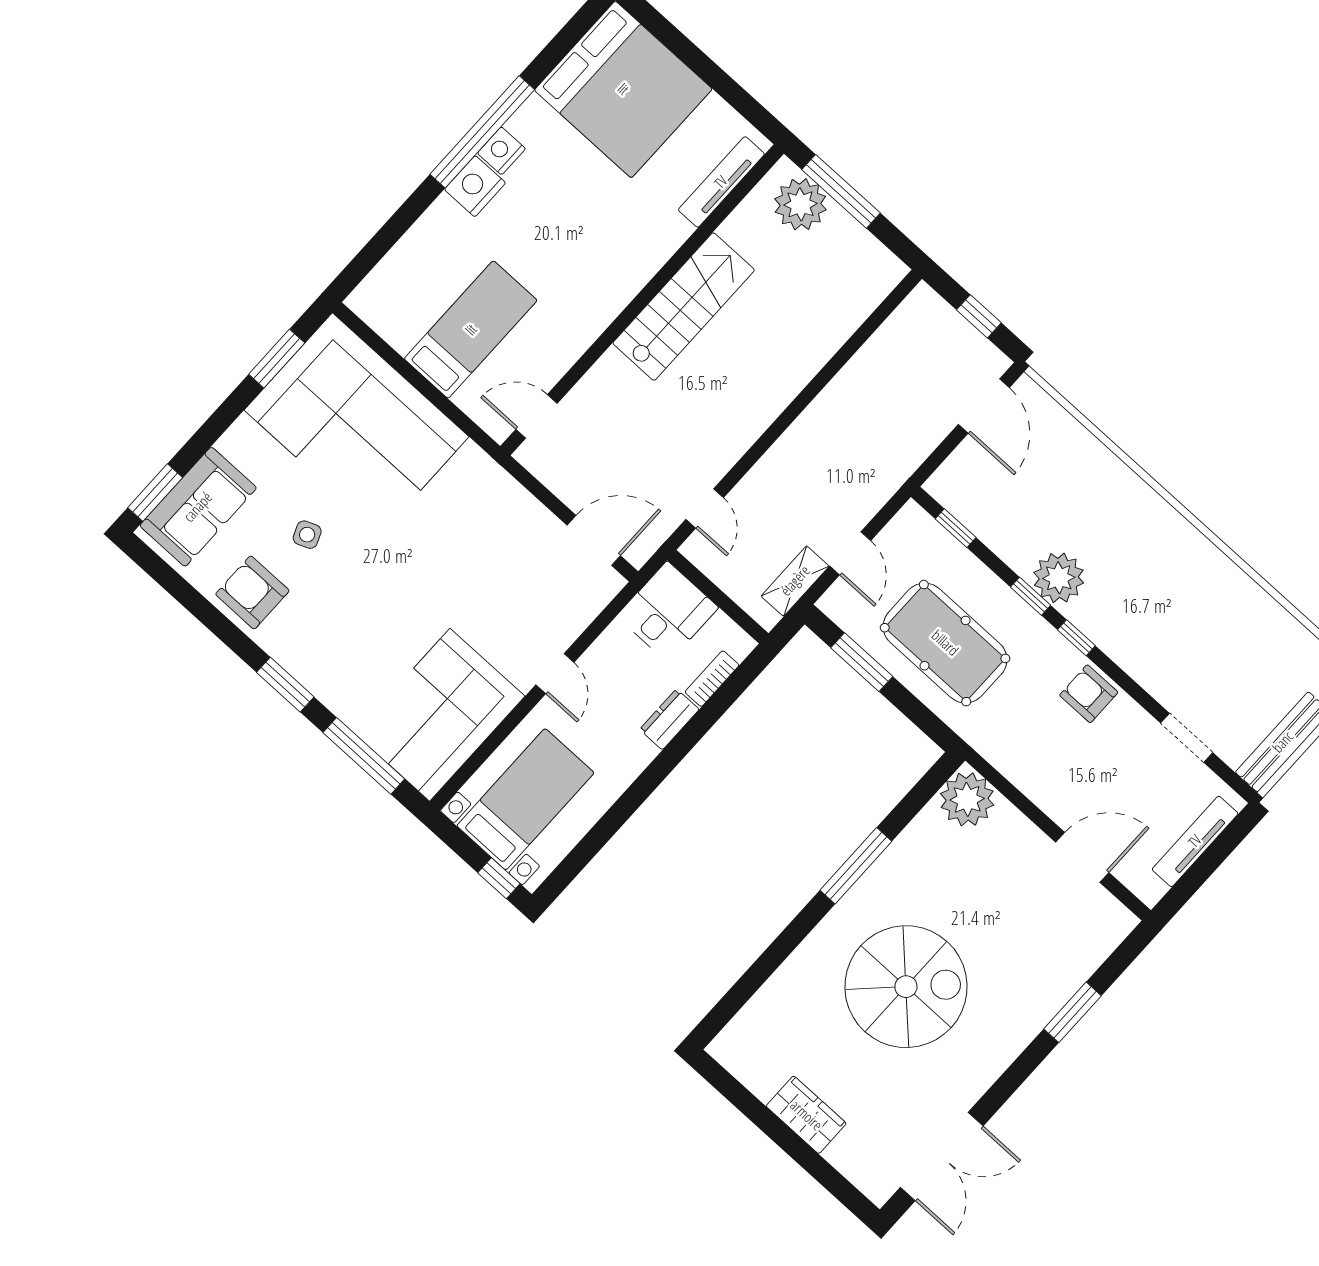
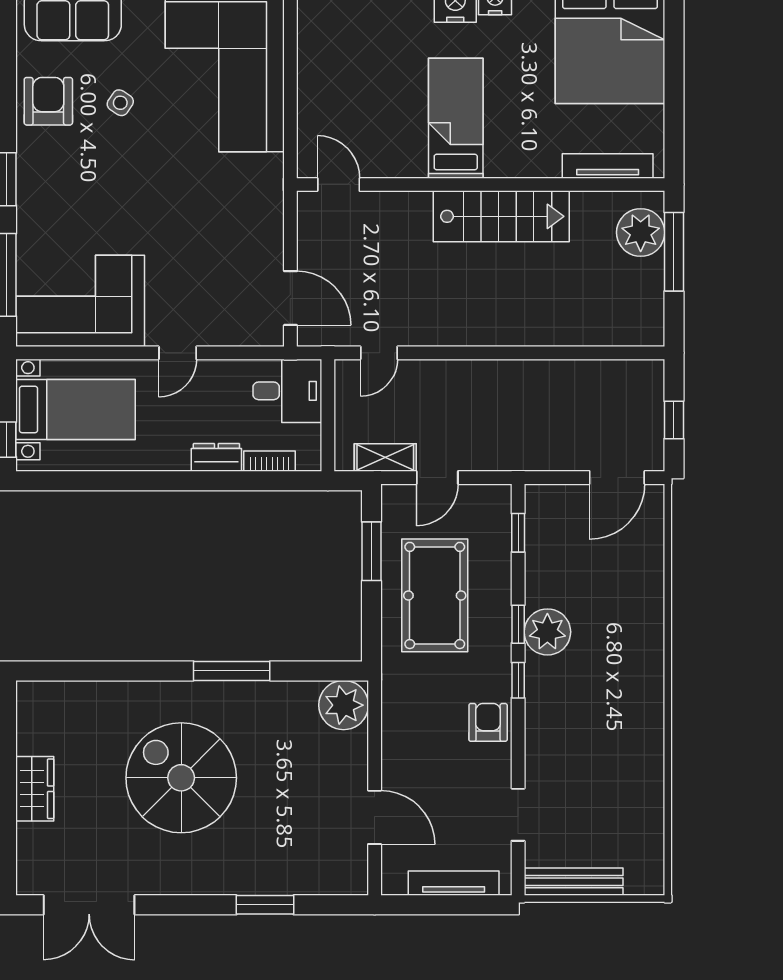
bed: (471, 330) -> (456, 118), moved, turned -90
side table: (307, 535) -> (120, 103), turned -33
spiral stairs: (906, 987) -> (181, 778), turned 180

